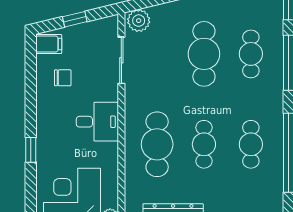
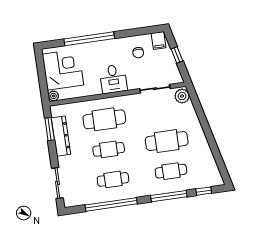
window: (31, 150) -> (89, 39), width x3.17

